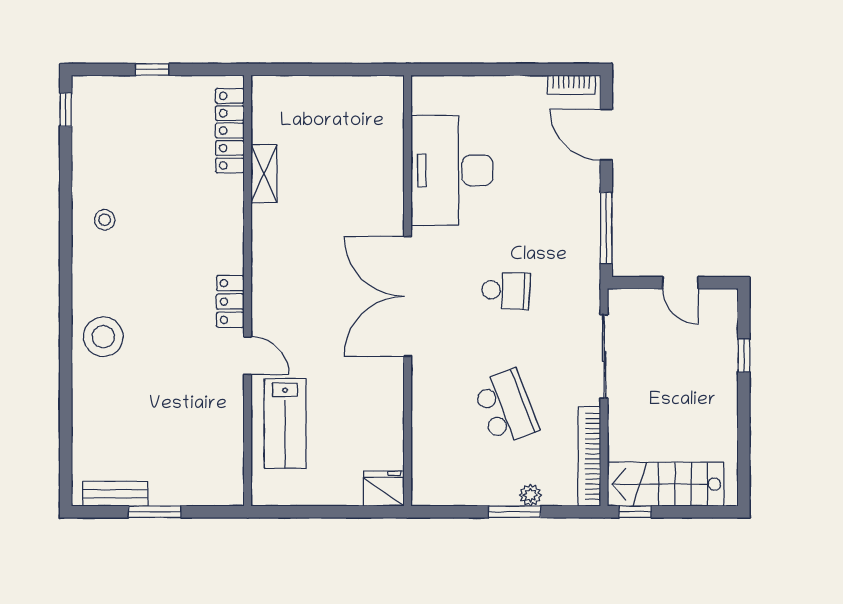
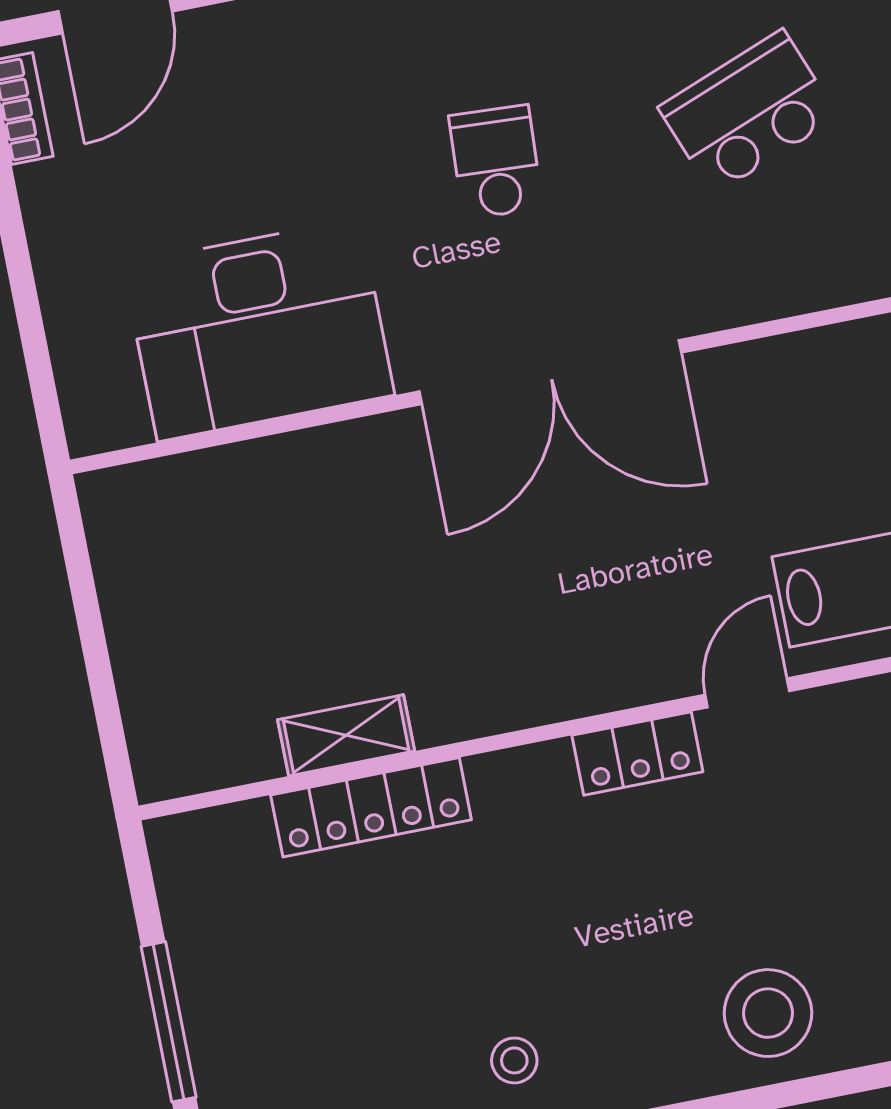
window: (152, 69) -> (169, 1022), width x2.17
locker: (230, 131) -> (371, 807), moved

